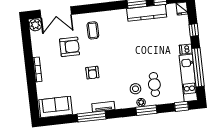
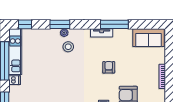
cafe table: (154, 85) -> (49, 49), removed

